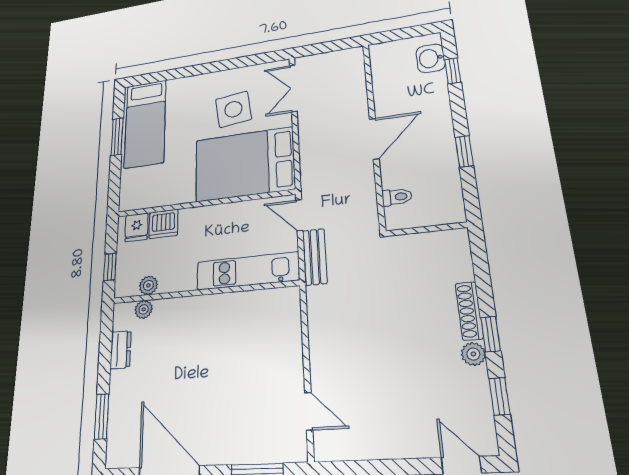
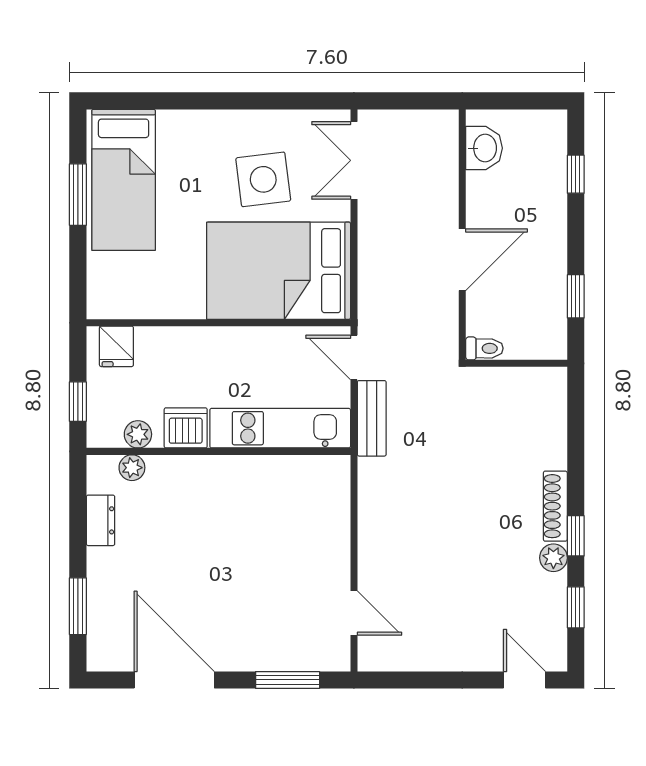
washbasin: (430, 58) -> (484, 148), moved, turned 180
dishwasher: (163, 224) -> (186, 428), moved, turned 180
wall: (426, 229) -> (516, 363), moved

